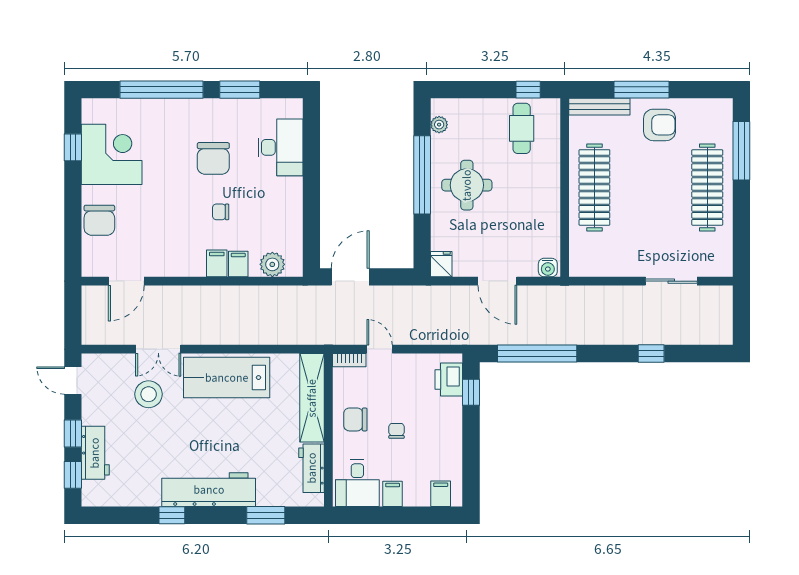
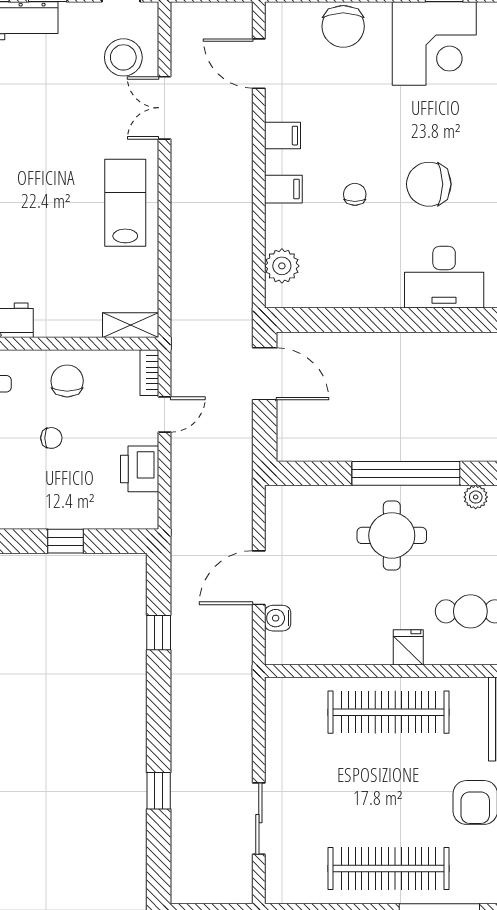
chair: (99, 220) -> (343, 26), turned -90
filing cabinet: (238, 264) -> (283, 136), moved
fridge: (441, 264) -> (408, 647), moved, turned -90
water cooler: (548, 268) -> (278, 618), moved
window: (537, 353) -> (159, 633), width x0.32
lab bench: (227, 378) -> (125, 203), width x0.73, depth x0.72
printer: (449, 380) -> (140, 469), moved, turned -90
window: (471, 392) -> (65, 541), moved
stool: (149, 394) -> (123, 57), moved
shelving: (312, 398) -> (131, 325), width x0.45, depth x0.75

